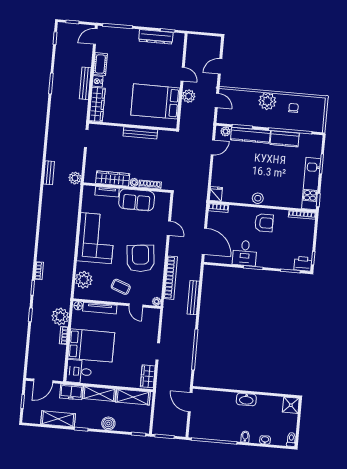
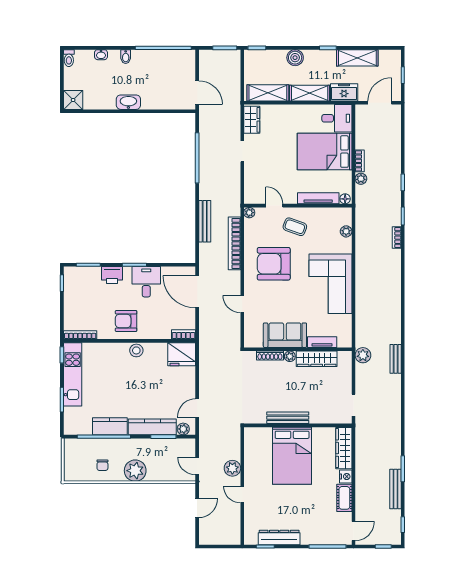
bench: (85, 83) -> (396, 489), moved
bed: (155, 101) -> (292, 456), moved, turned 90
fridge: (216, 194) -> (182, 354), width x1.88, depth x1.34
armchair: (141, 258) -> (274, 264), turned 96
printer: (303, 264) -> (112, 275), moved
plant: (84, 280) -> (346, 231), width x0.53, depth x0.53
plant: (60, 316) -> (361, 179), width x0.53, depth x0.53

